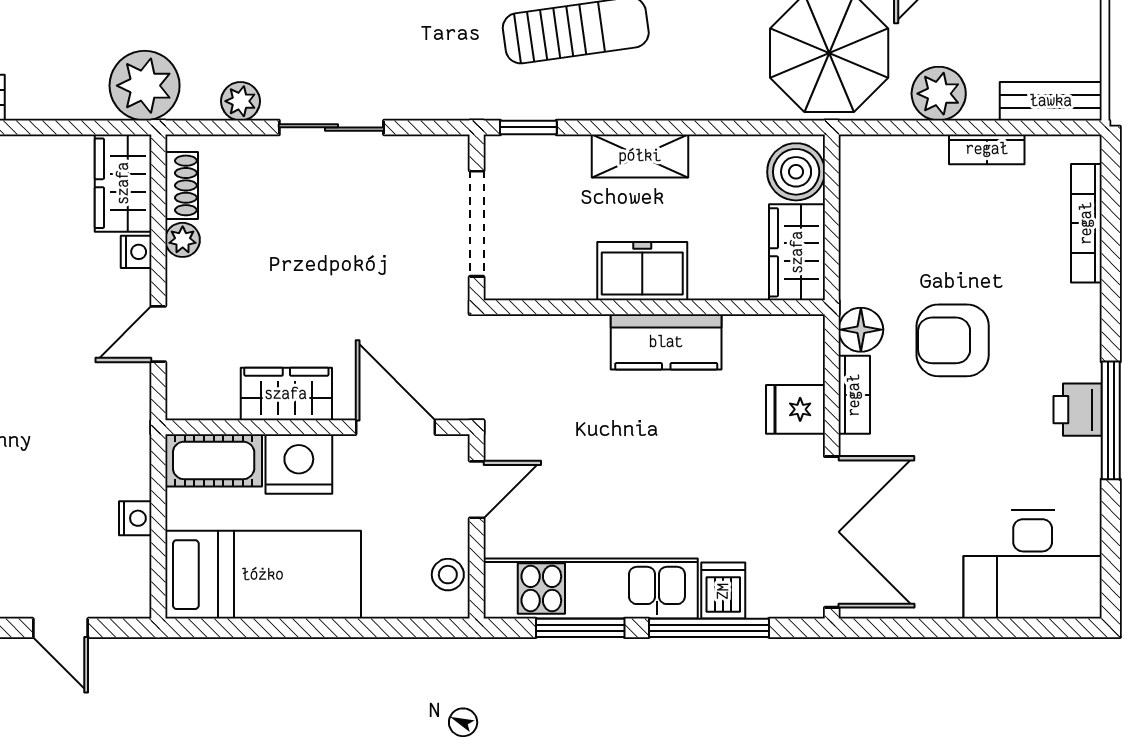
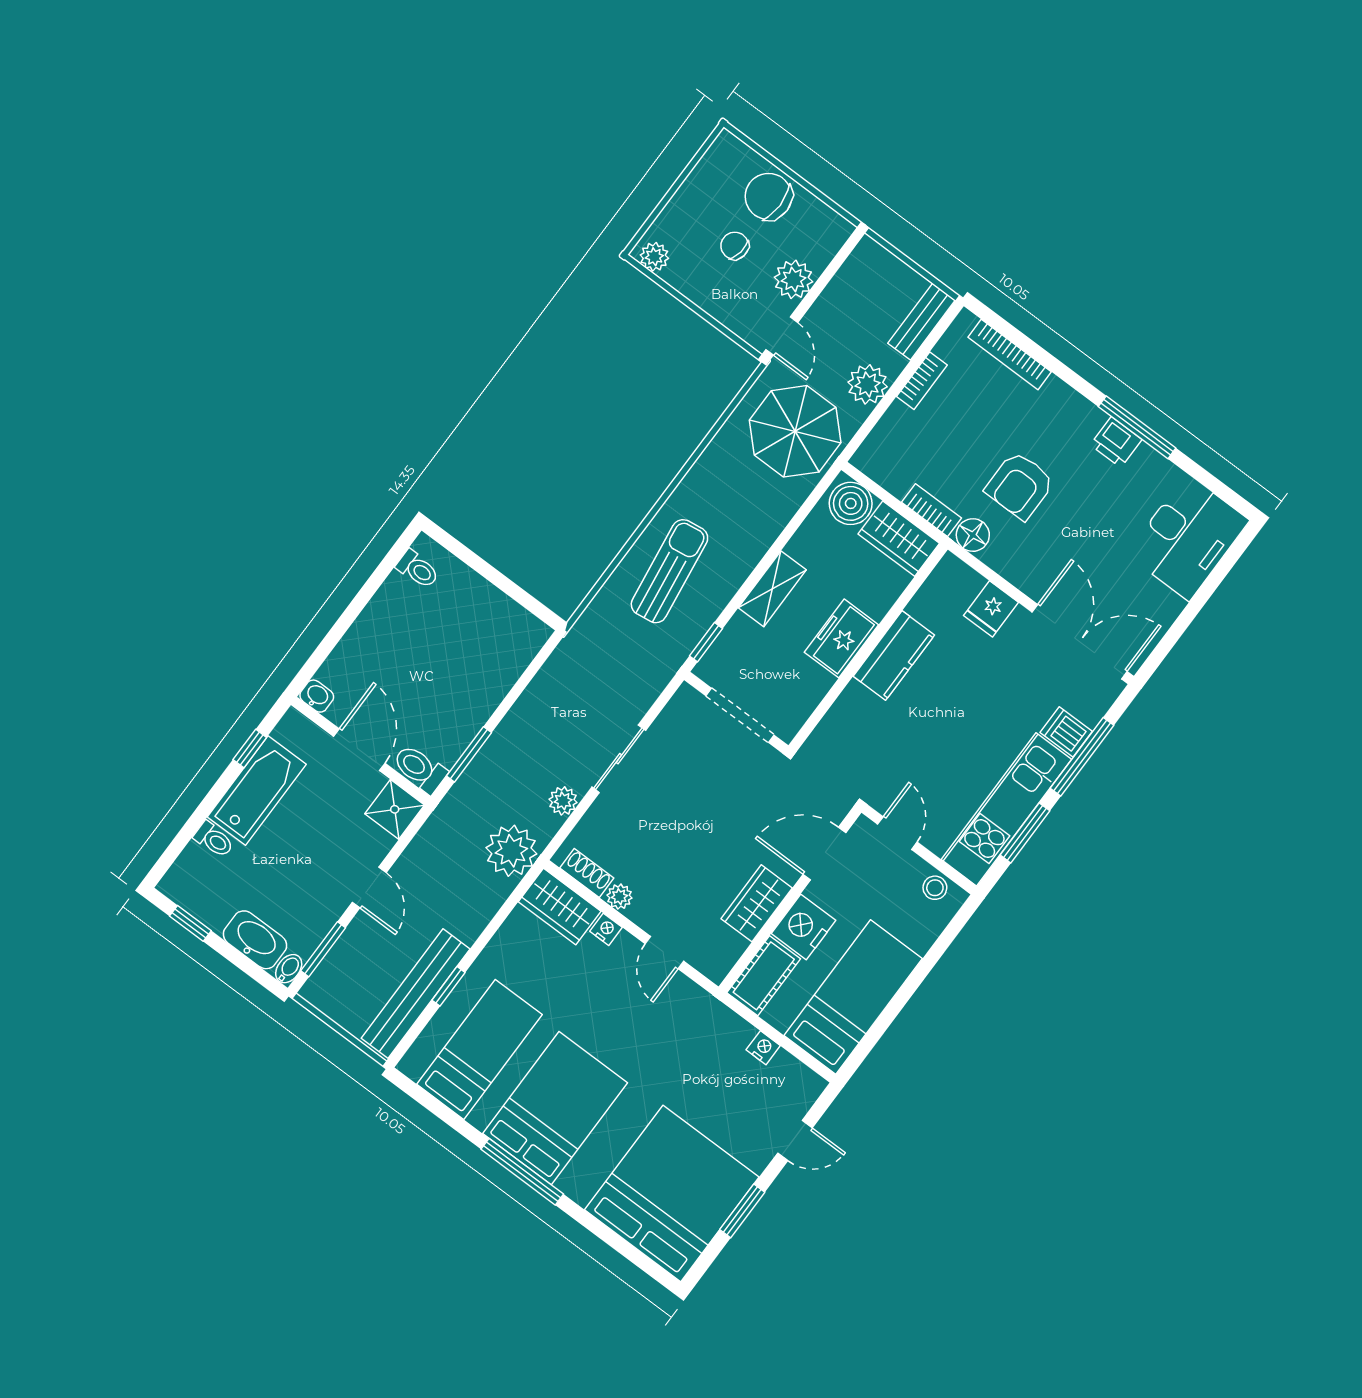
bookcase: (854, 395) -> (931, 510), moved

